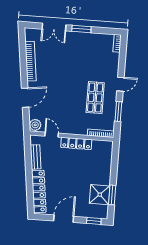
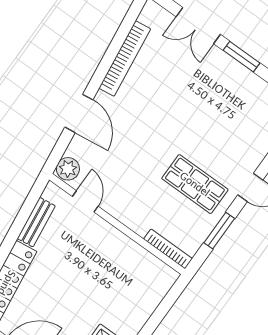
door: (25, 98) -> (79, 113), hinge flipped
shop shelf: (95, 98) -> (195, 184), turned 90
locker: (76, 143) -> (117, 241), removed

